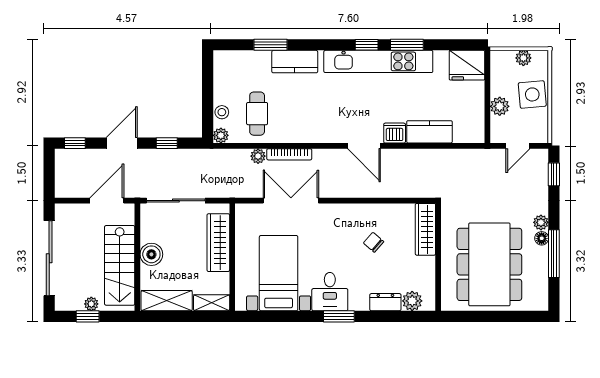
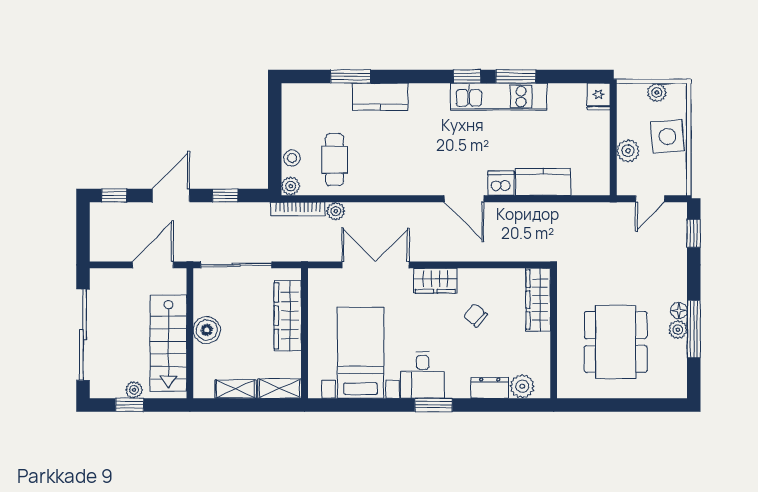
kitchen unit: (378, 61) -> (499, 97), width x0.73
fridge: (467, 65) -> (599, 97), width x0.53, depth x0.75
bookcase: (289, 154) -> (298, 209), moved
wardrobe: (340, 214) -> (435, 281), added
plant: (541, 222) -> (678, 330), moved
dining table: (489, 264) -> (616, 342), width x0.73, depth x0.80
shelving: (167, 301) -> (236, 389), width x0.67, depth x0.75

